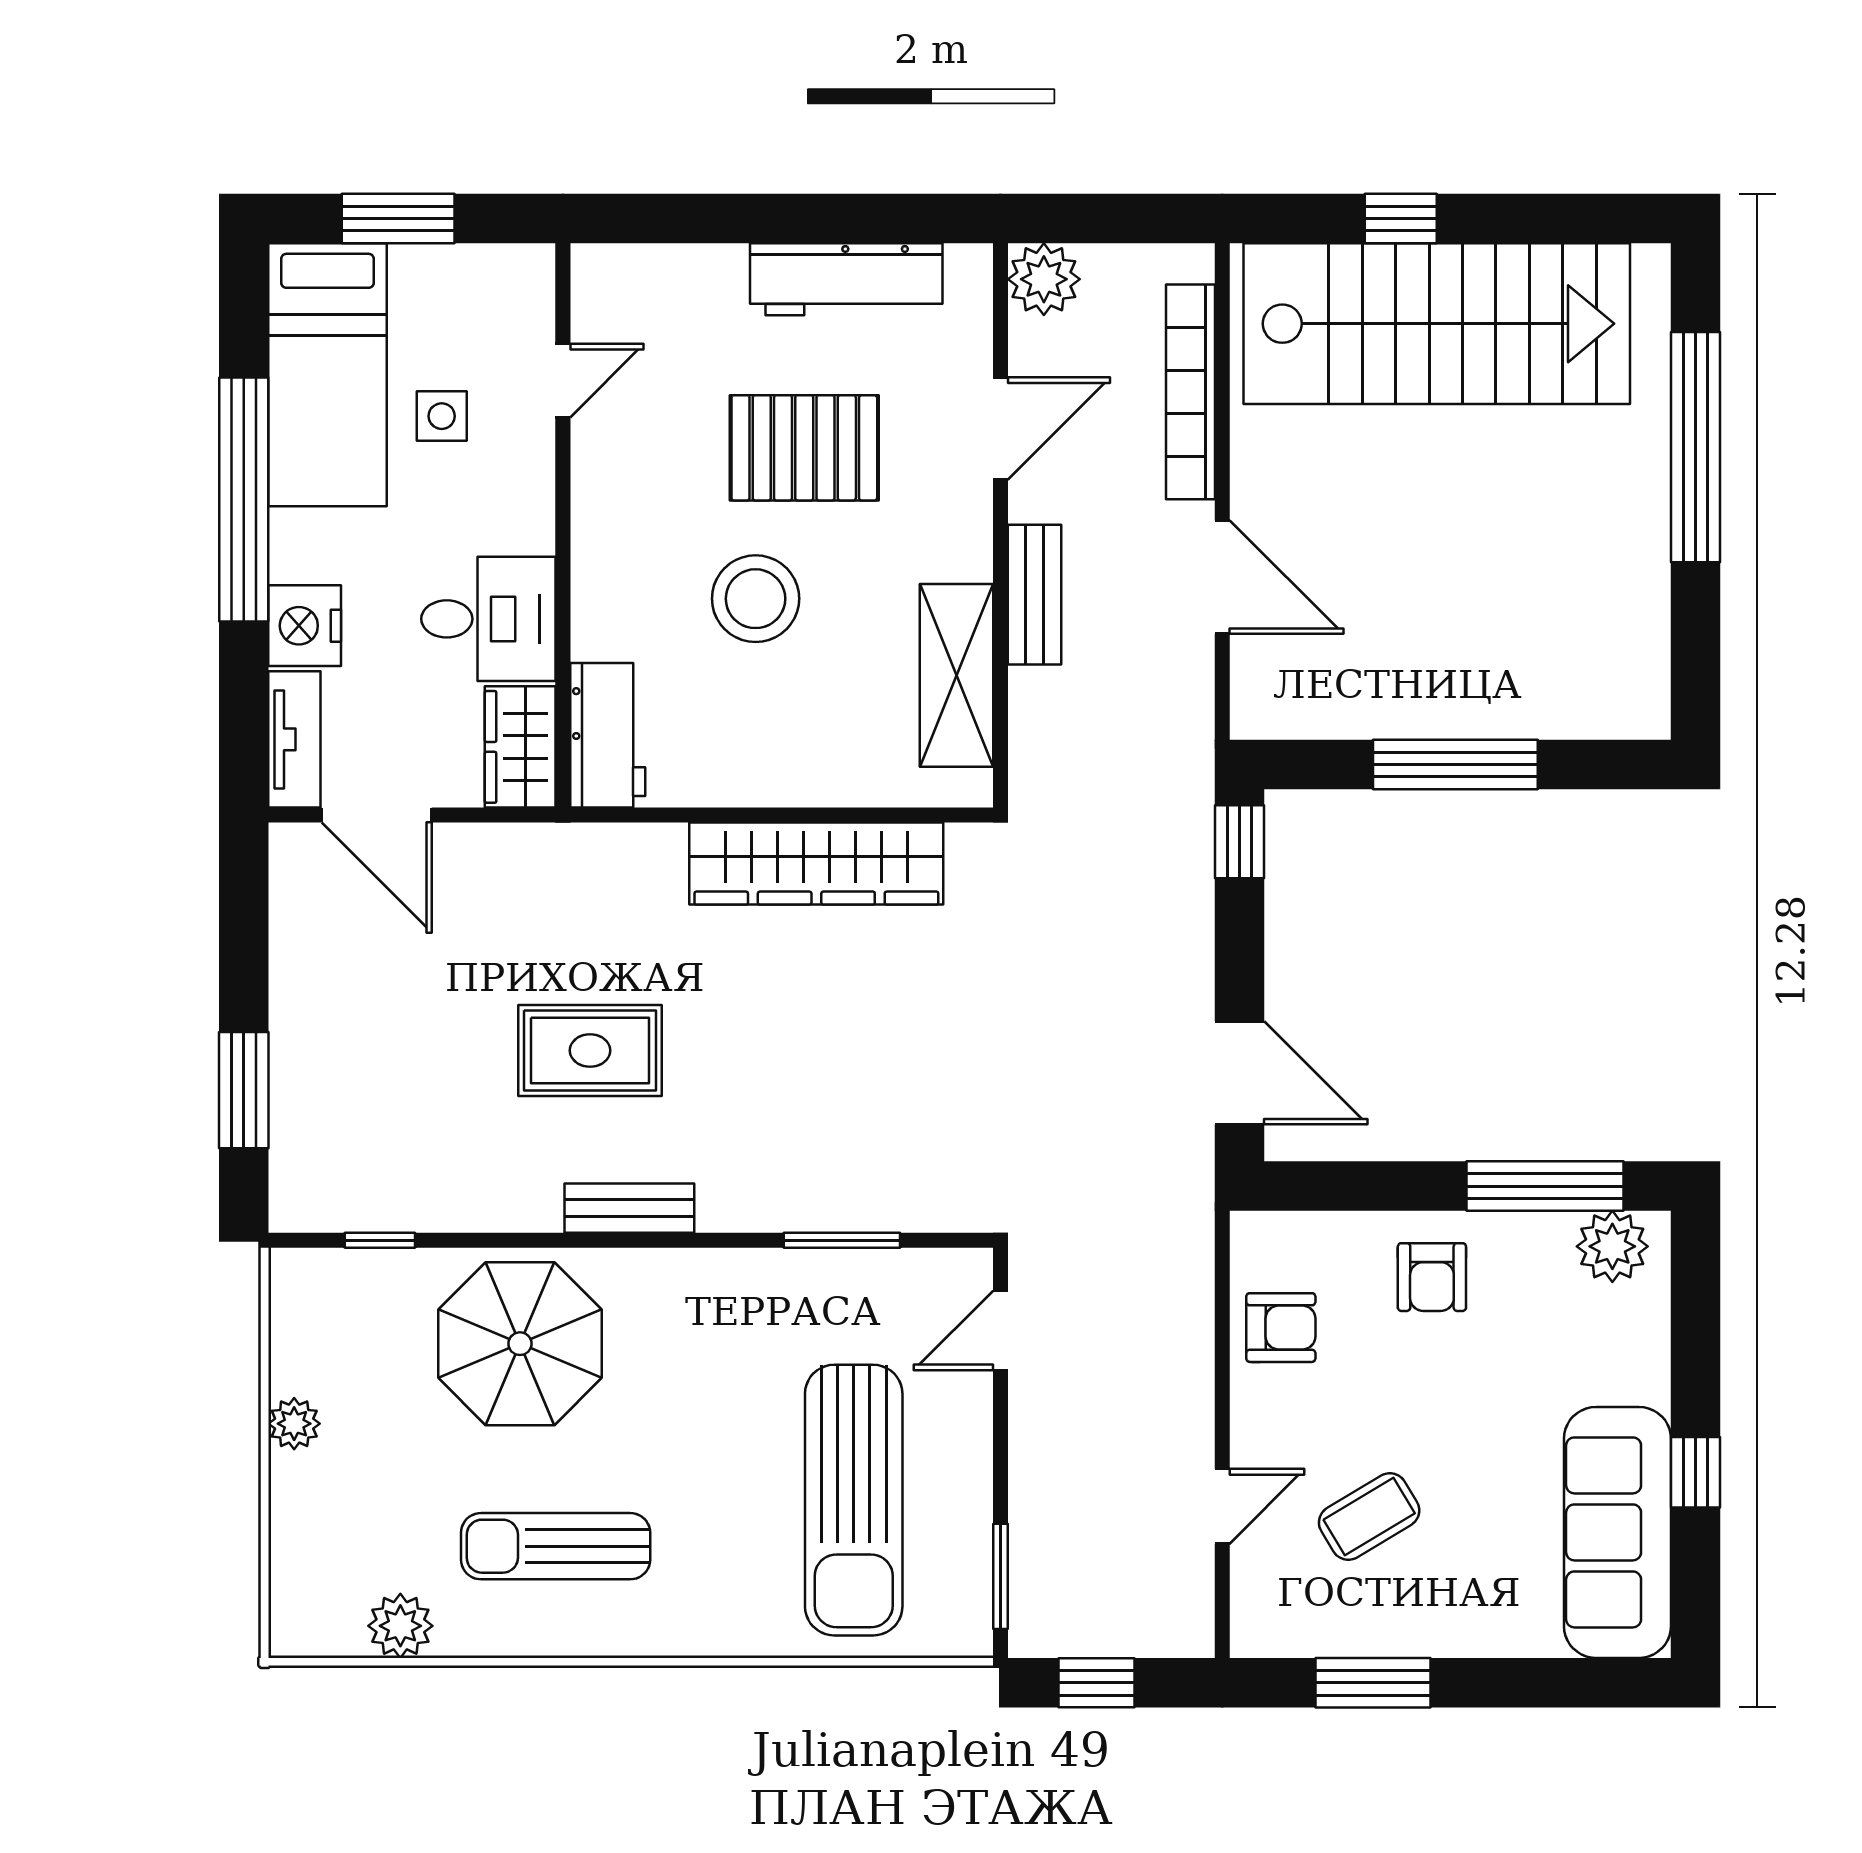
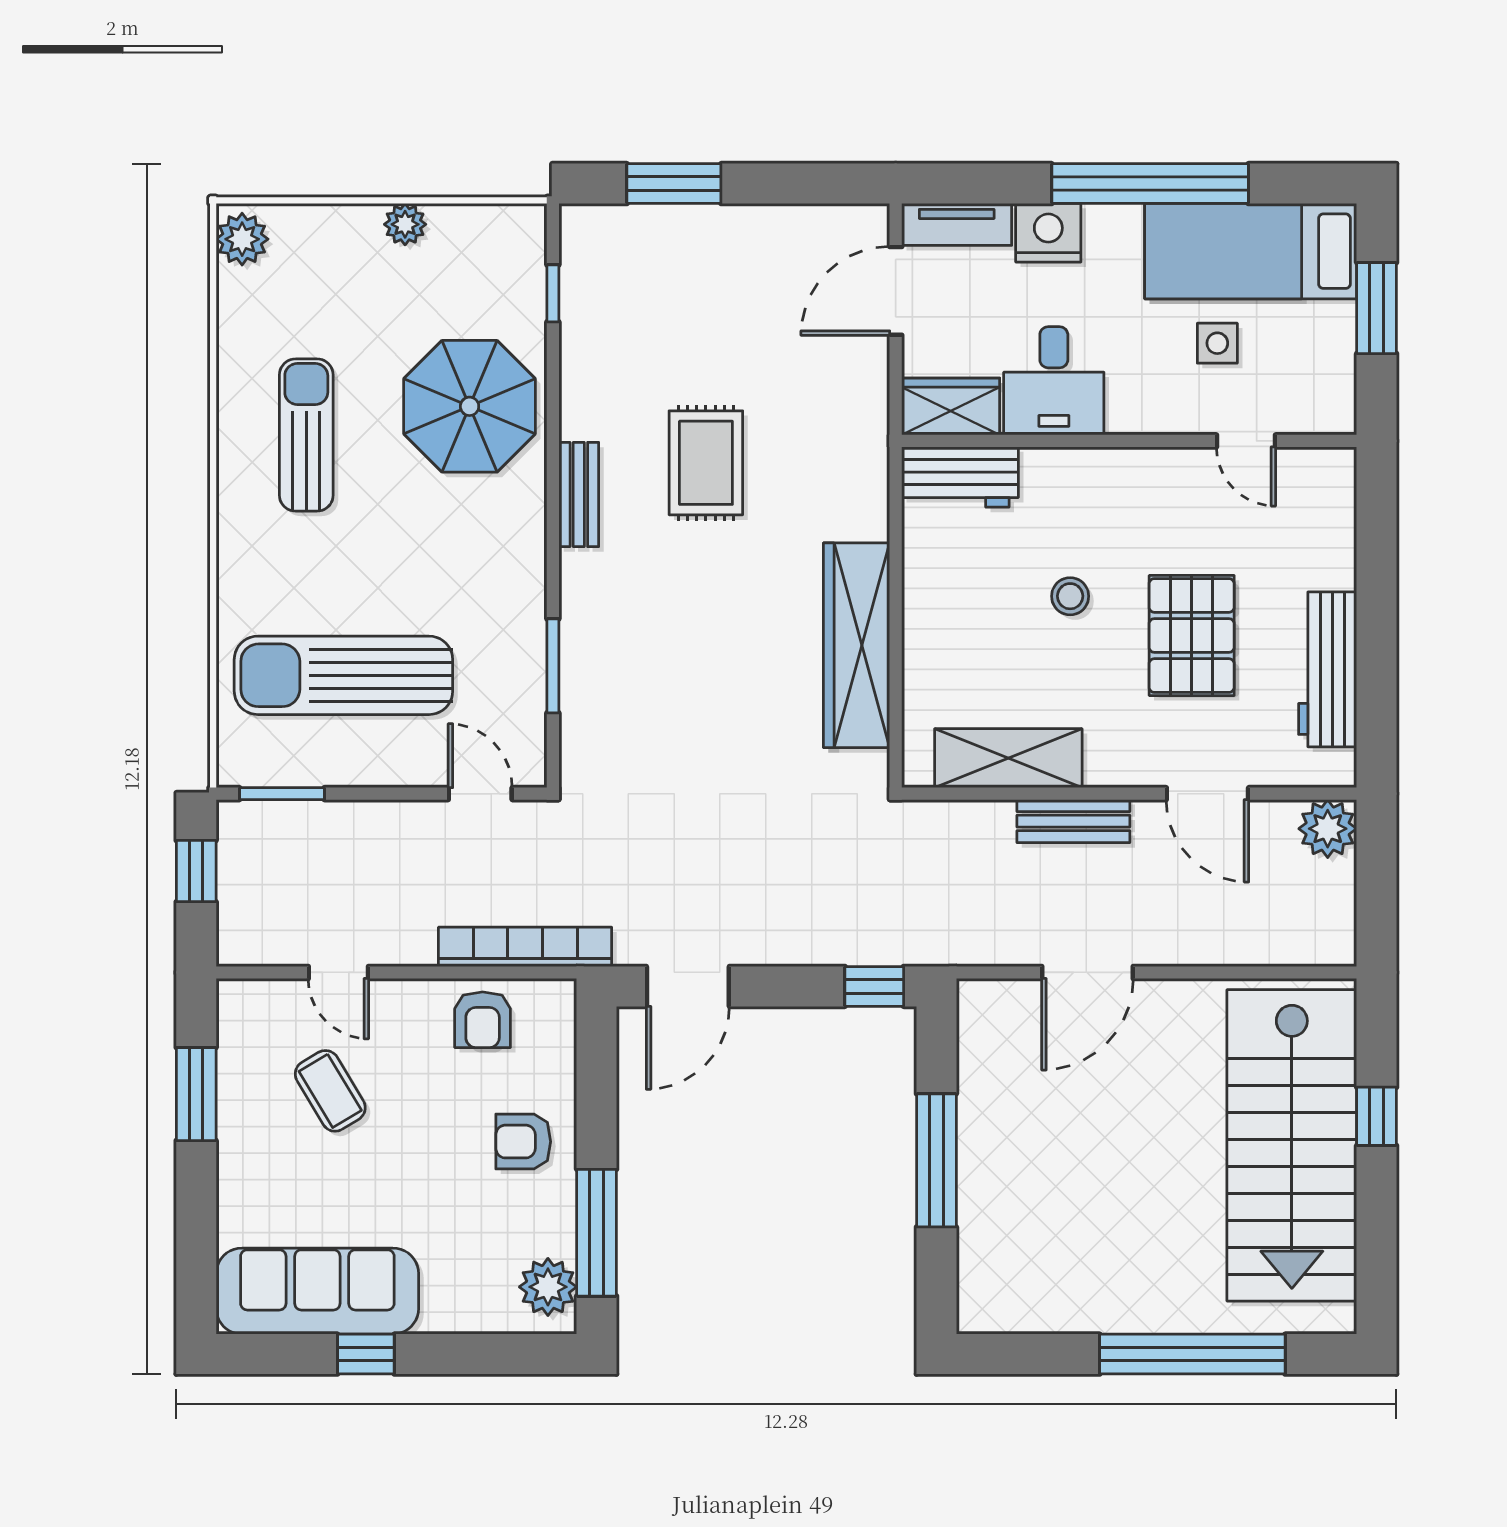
bookcase: (1190, 392) -> (525, 947), moved
stool: (756, 599) -> (1070, 596), width x0.53, depth x0.53
plant: (400, 1626) -> (242, 239), moved

